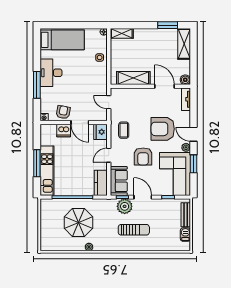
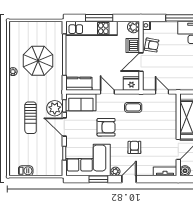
door: (109, 102) -> (162, 92), hinge flipped
armchair: (163, 129) -> (134, 147), width x0.53, depth x0.53
plant: (46, 130) -> (133, 27), added
armchair: (143, 156) -> (106, 127), turned 180
door: (143, 197) -> (64, 127), swing flipped
bench: (186, 215) -> (46, 171), removed

